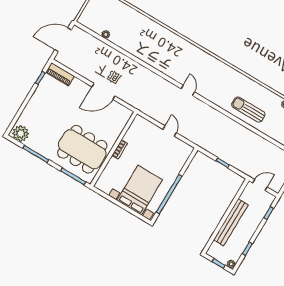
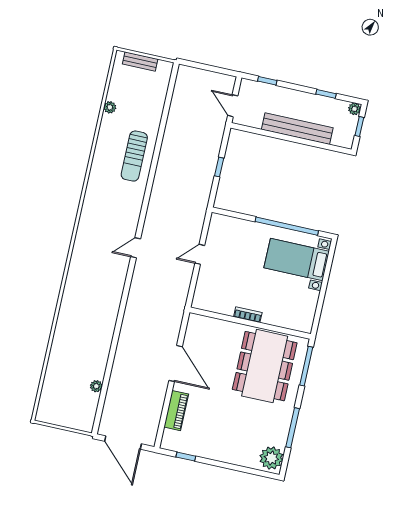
piano: (60, 74) -> (176, 411), moved
bed with nightstands: (140, 190) -> (297, 260), width x0.73

